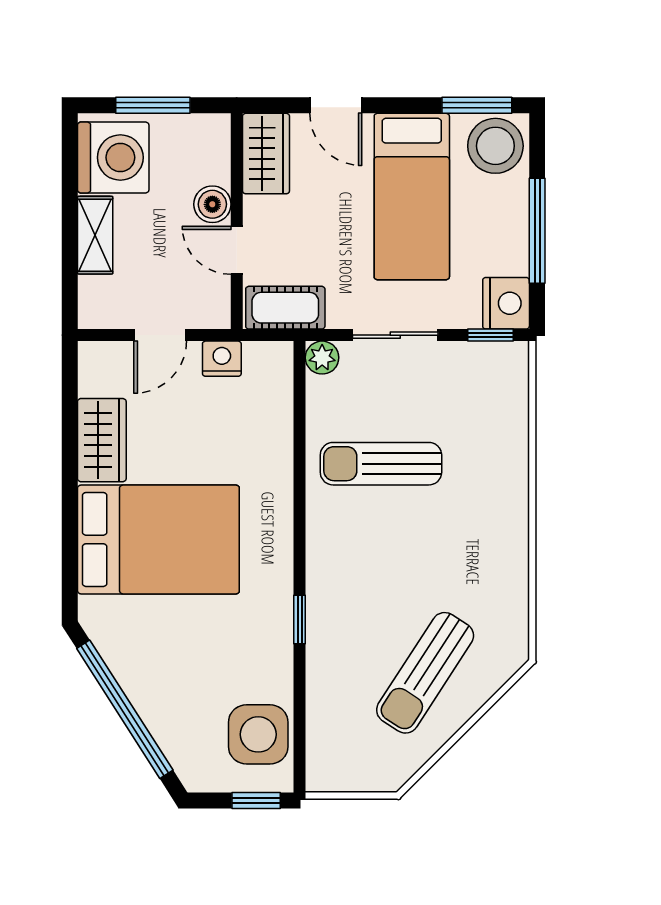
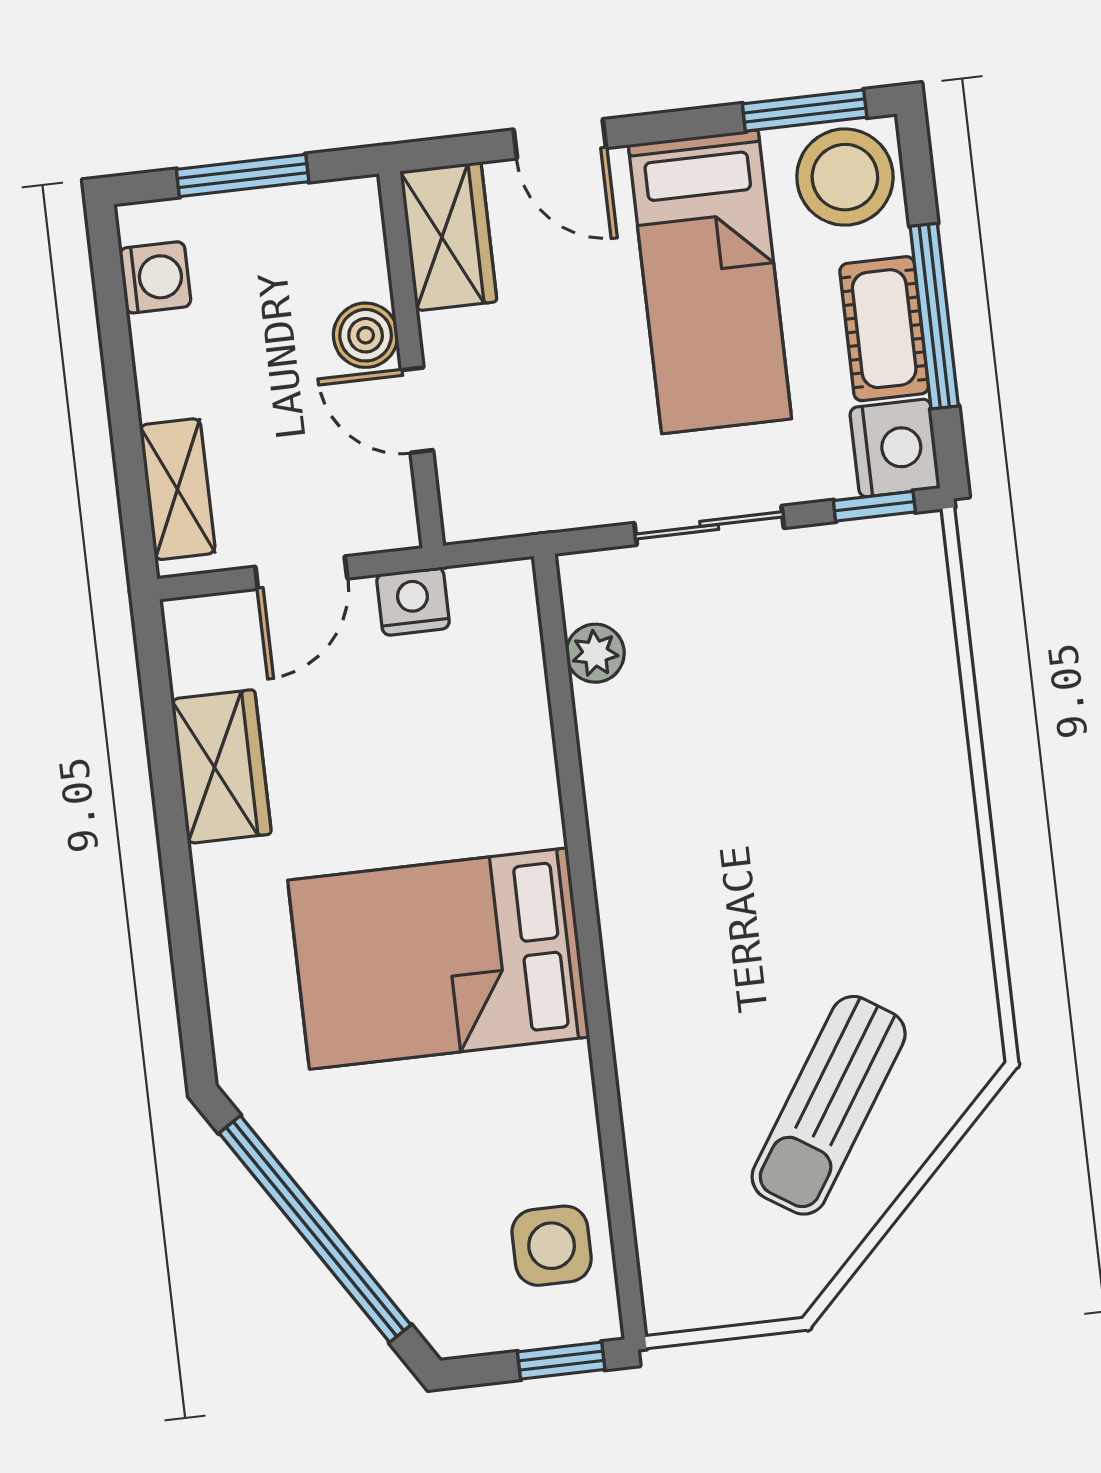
washing machine: (113, 157) -> (155, 277), width x0.53, depth x0.53
shelving: (95, 235) -> (177, 489), moved
cot: (285, 308) -> (884, 329), moved, turned 90
plant: (322, 358) -> (595, 653), moved
sun lounger: (381, 464) -> (710, 751), removed
bed: (158, 539) -> (439, 959), moved, turned 180
window: (300, 620) -> (600, 1038), removed
side table: (258, 734) -> (552, 1246), width x0.73, depth x0.73

